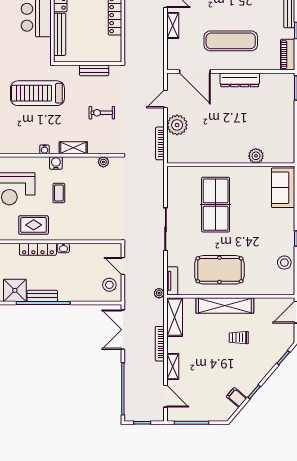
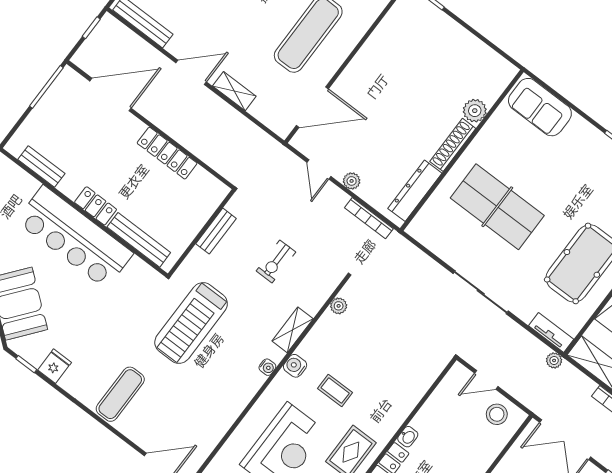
dresser: (240, 80) -> (415, 191), moved, turned 180
plant: (177, 125) -> (352, 181), width x0.53, depth x0.53
shoe rack: (230, 158) -> (453, 145), added

